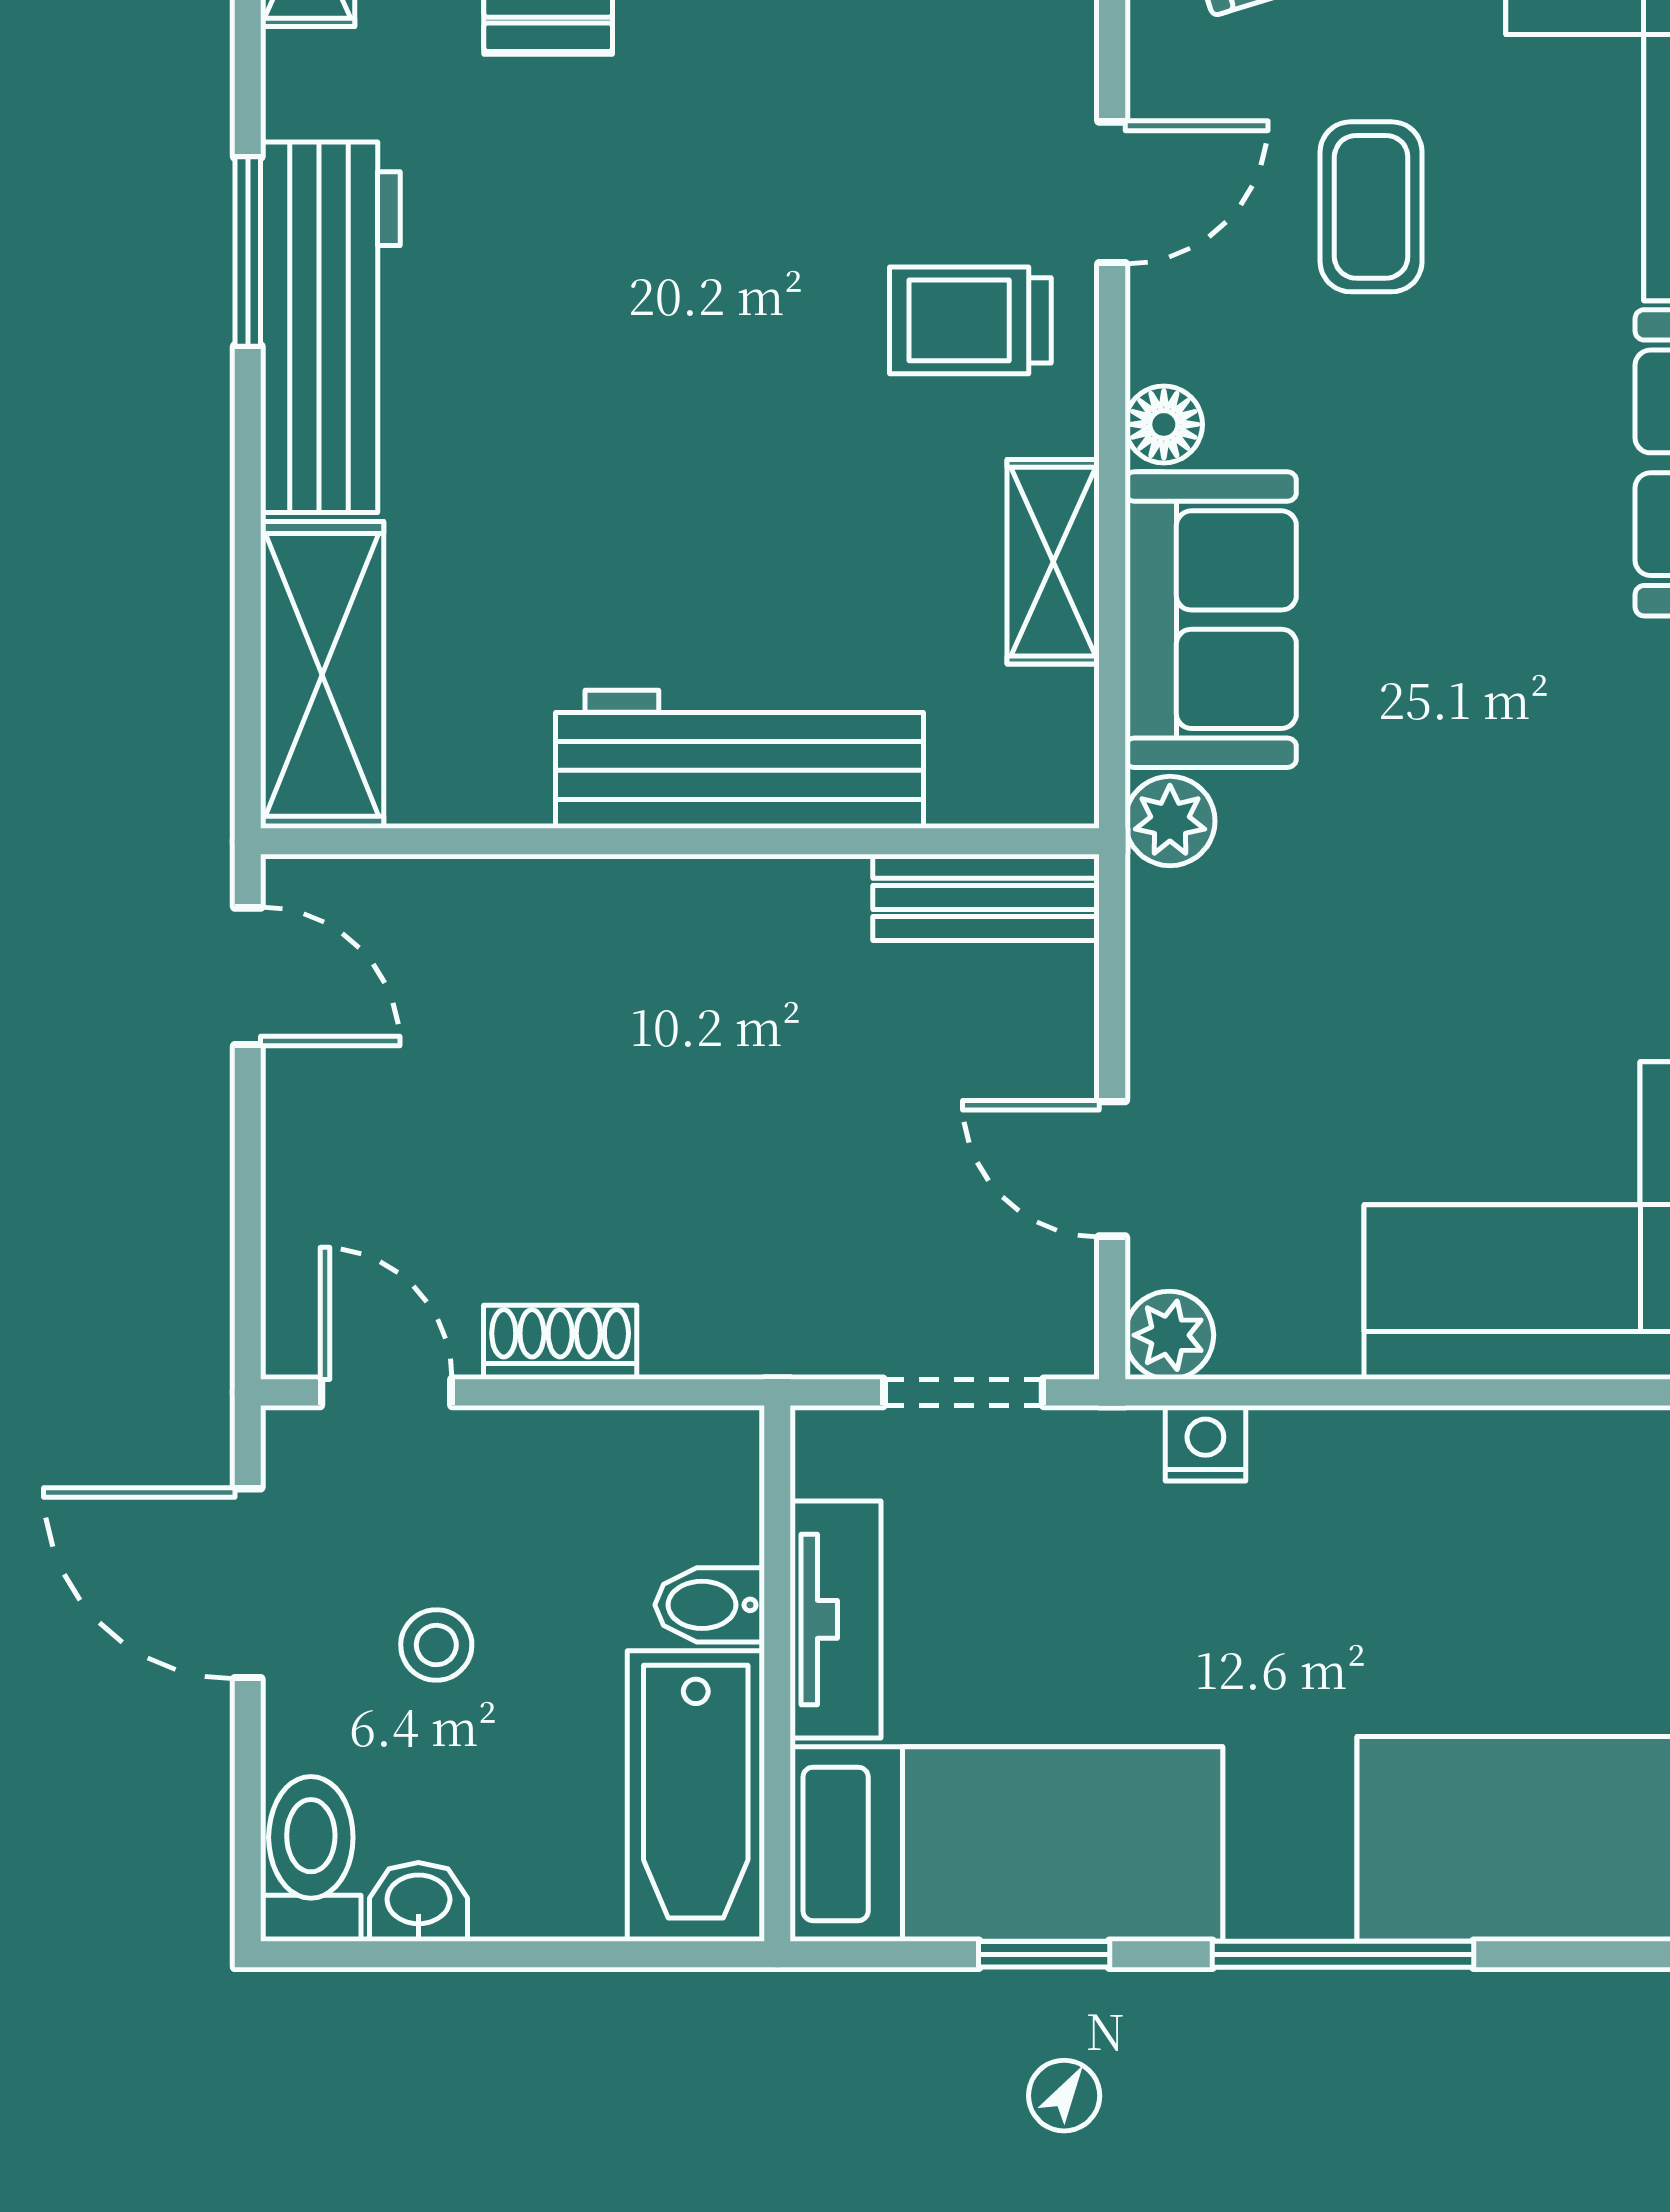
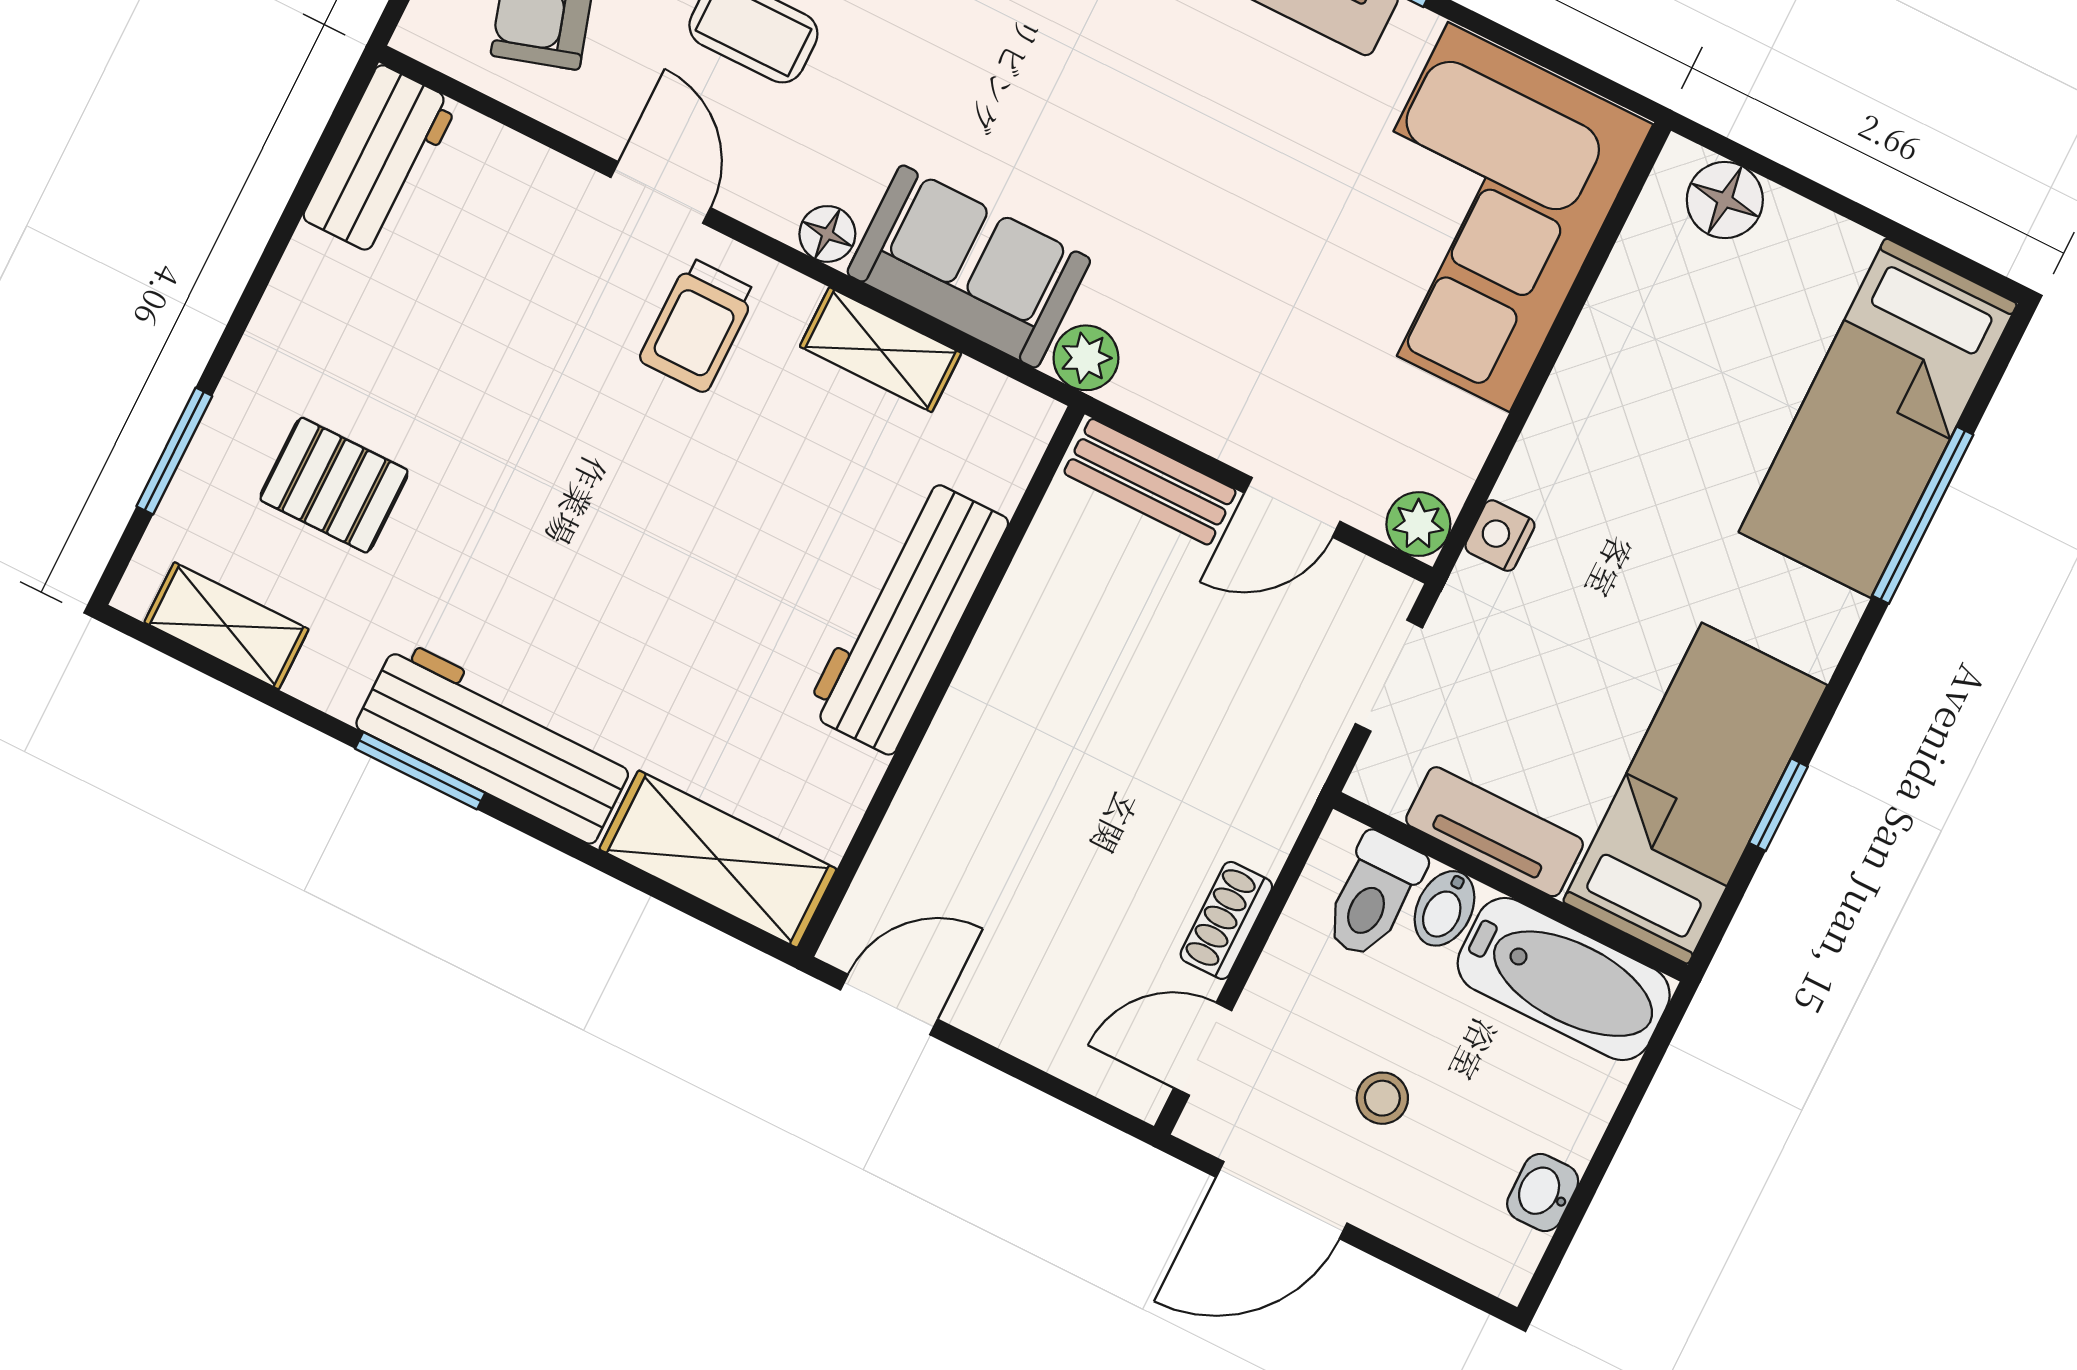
bench: (986, 897) -> (1150, 482), moved, turned 90
toilet: (311, 1859) -> (1373, 896), moved, turned -90
window: (1343, 1954) -> (1923, 515), moved

